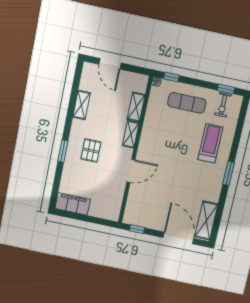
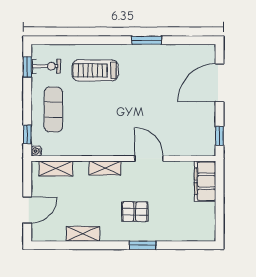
shelving: (136, 107) -> (56, 168), moved
window: (229, 173) -> (147, 40), moved
filing cabinet: (73, 204) -> (205, 181), moved
shelving: (206, 220) -> (190, 54), removed

